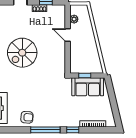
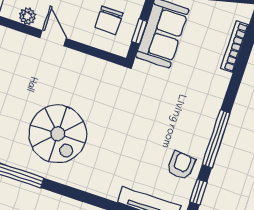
door: (68, 35) -> (53, 38), swing flipped
chair: (85, 59) -> (109, 20), added
window: (73, 130) -> (198, 192), moved

